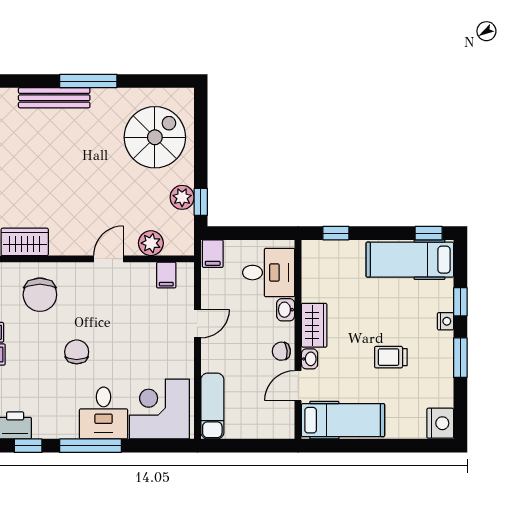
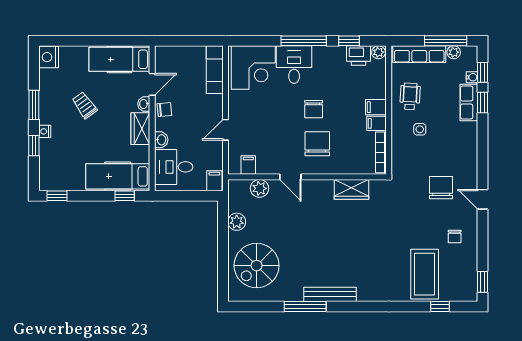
window: (201, 202) -> (223, 218), removed
door: (109, 259) -> (290, 177), hinge flipped
hospital bed: (410, 260) -> (118, 176), moved, turned 180
chair: (40, 295) -> (317, 144), moved
trolley: (391, 357) -> (85, 105), turned -126

